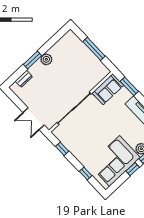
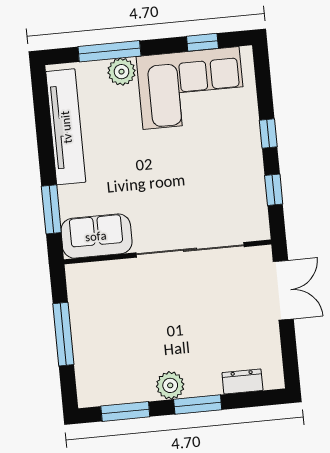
window: (54, 40) -> (125, 411), added
window: (133, 169) -> (202, 42), moved
window: (86, 174) -> (268, 133), moved

